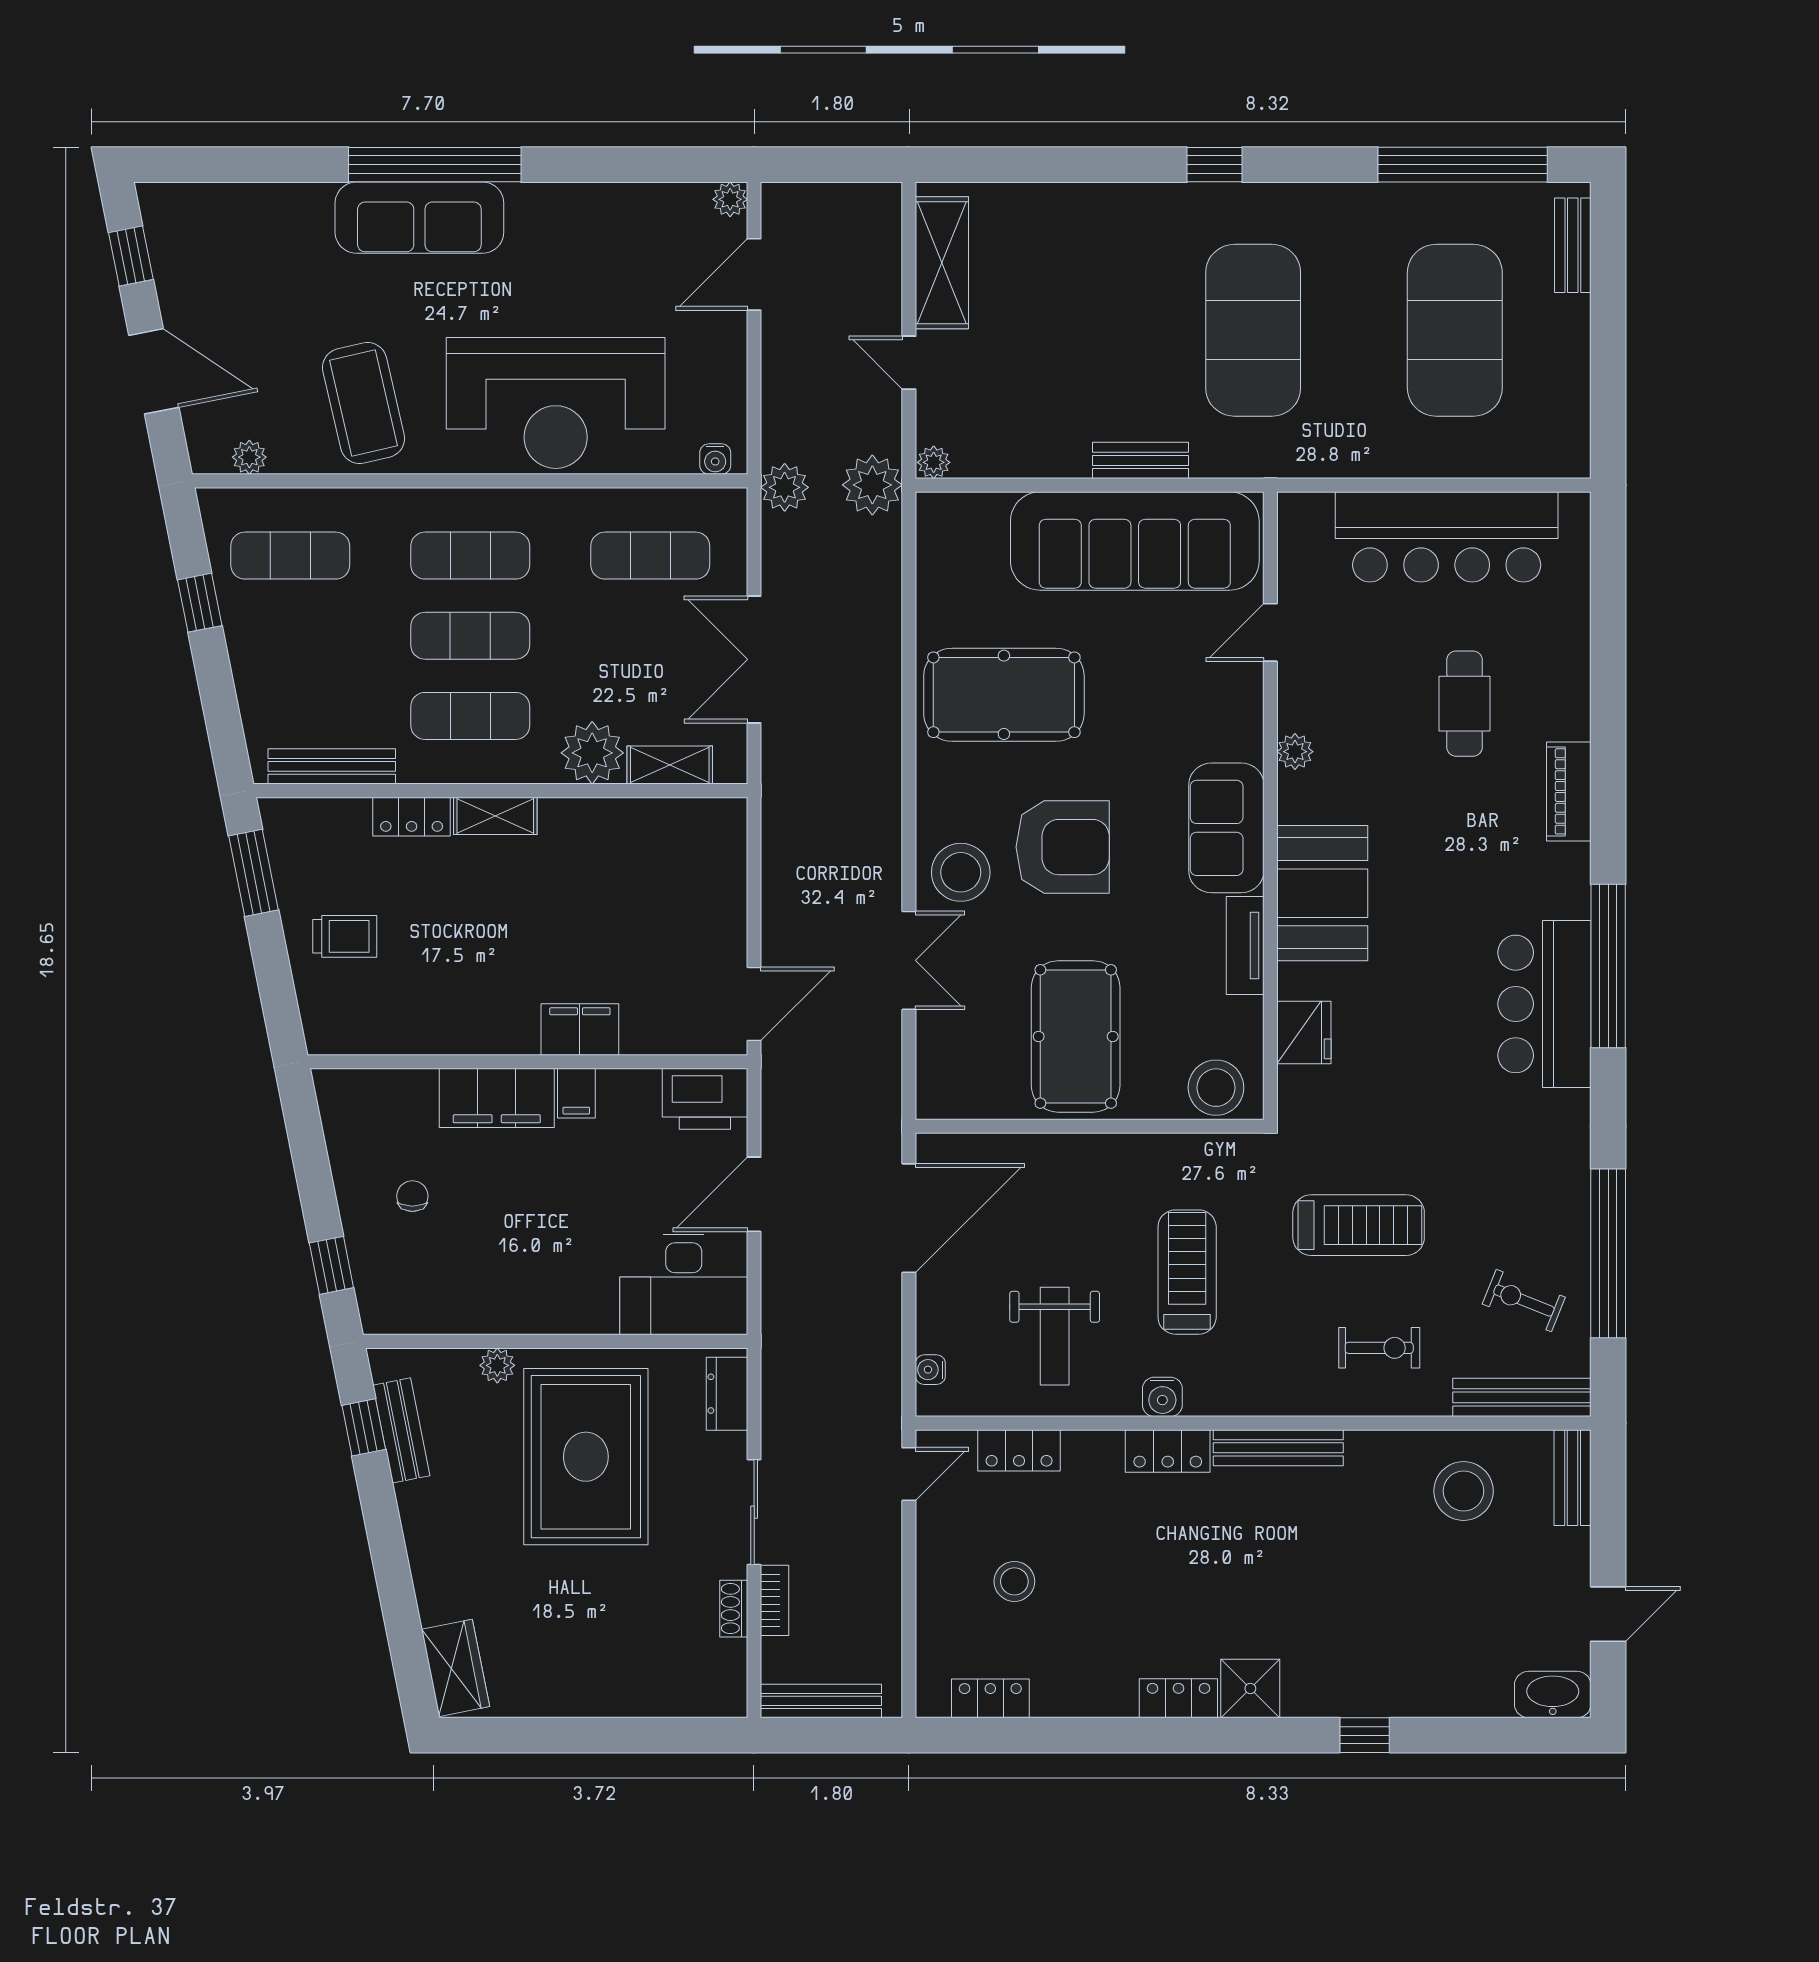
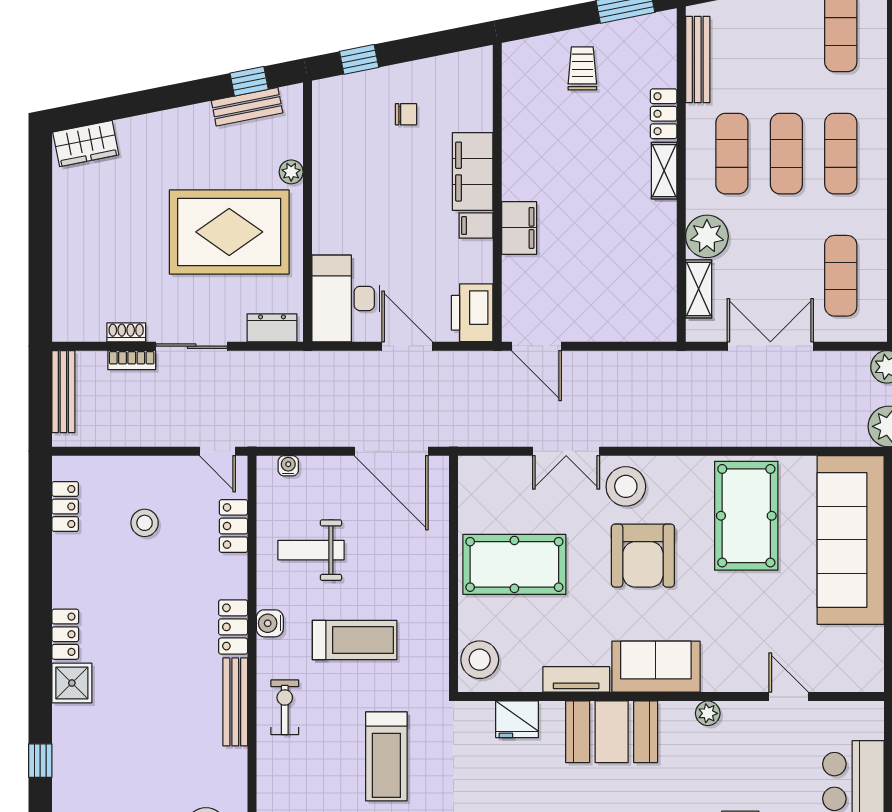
sofa: (1135, 541) -> (851, 540), moved
trolley: (345, 936) -> (582, 68), turned 180
exercise bike: (1379, 1348) -> (285, 707), moved, turned 180

